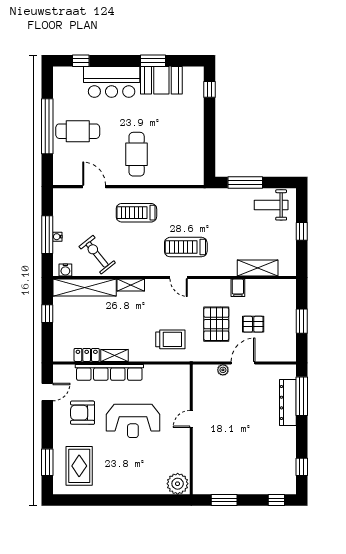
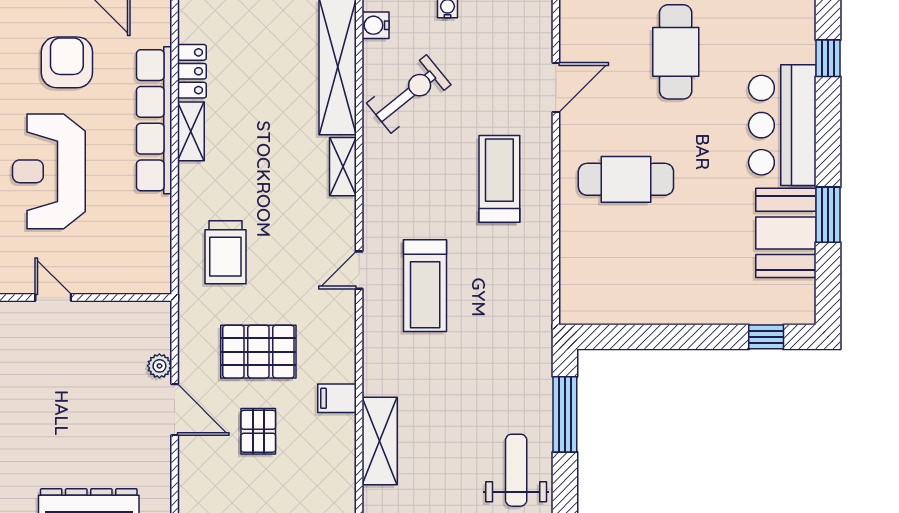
treadmill: (186, 247) -> (425, 286), turned 180

